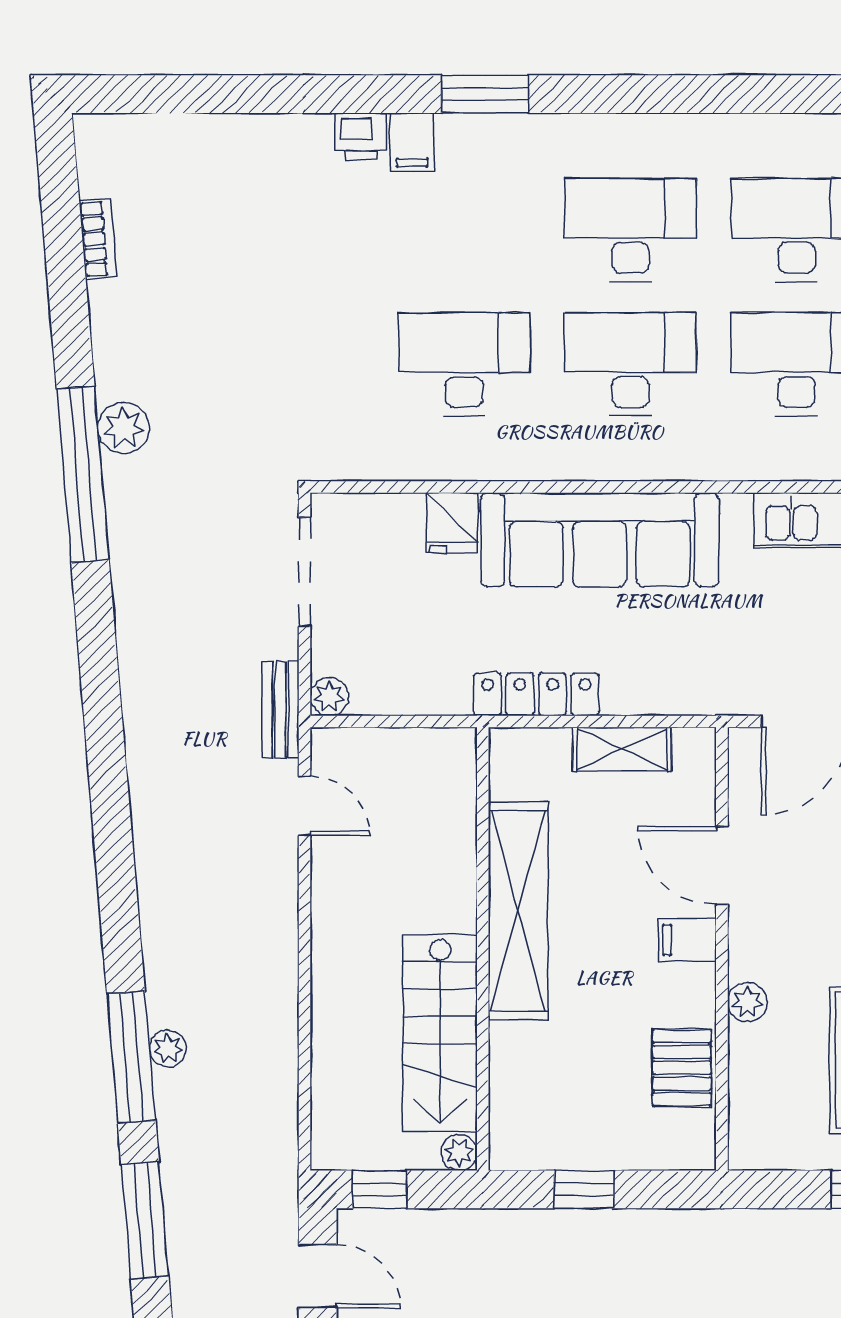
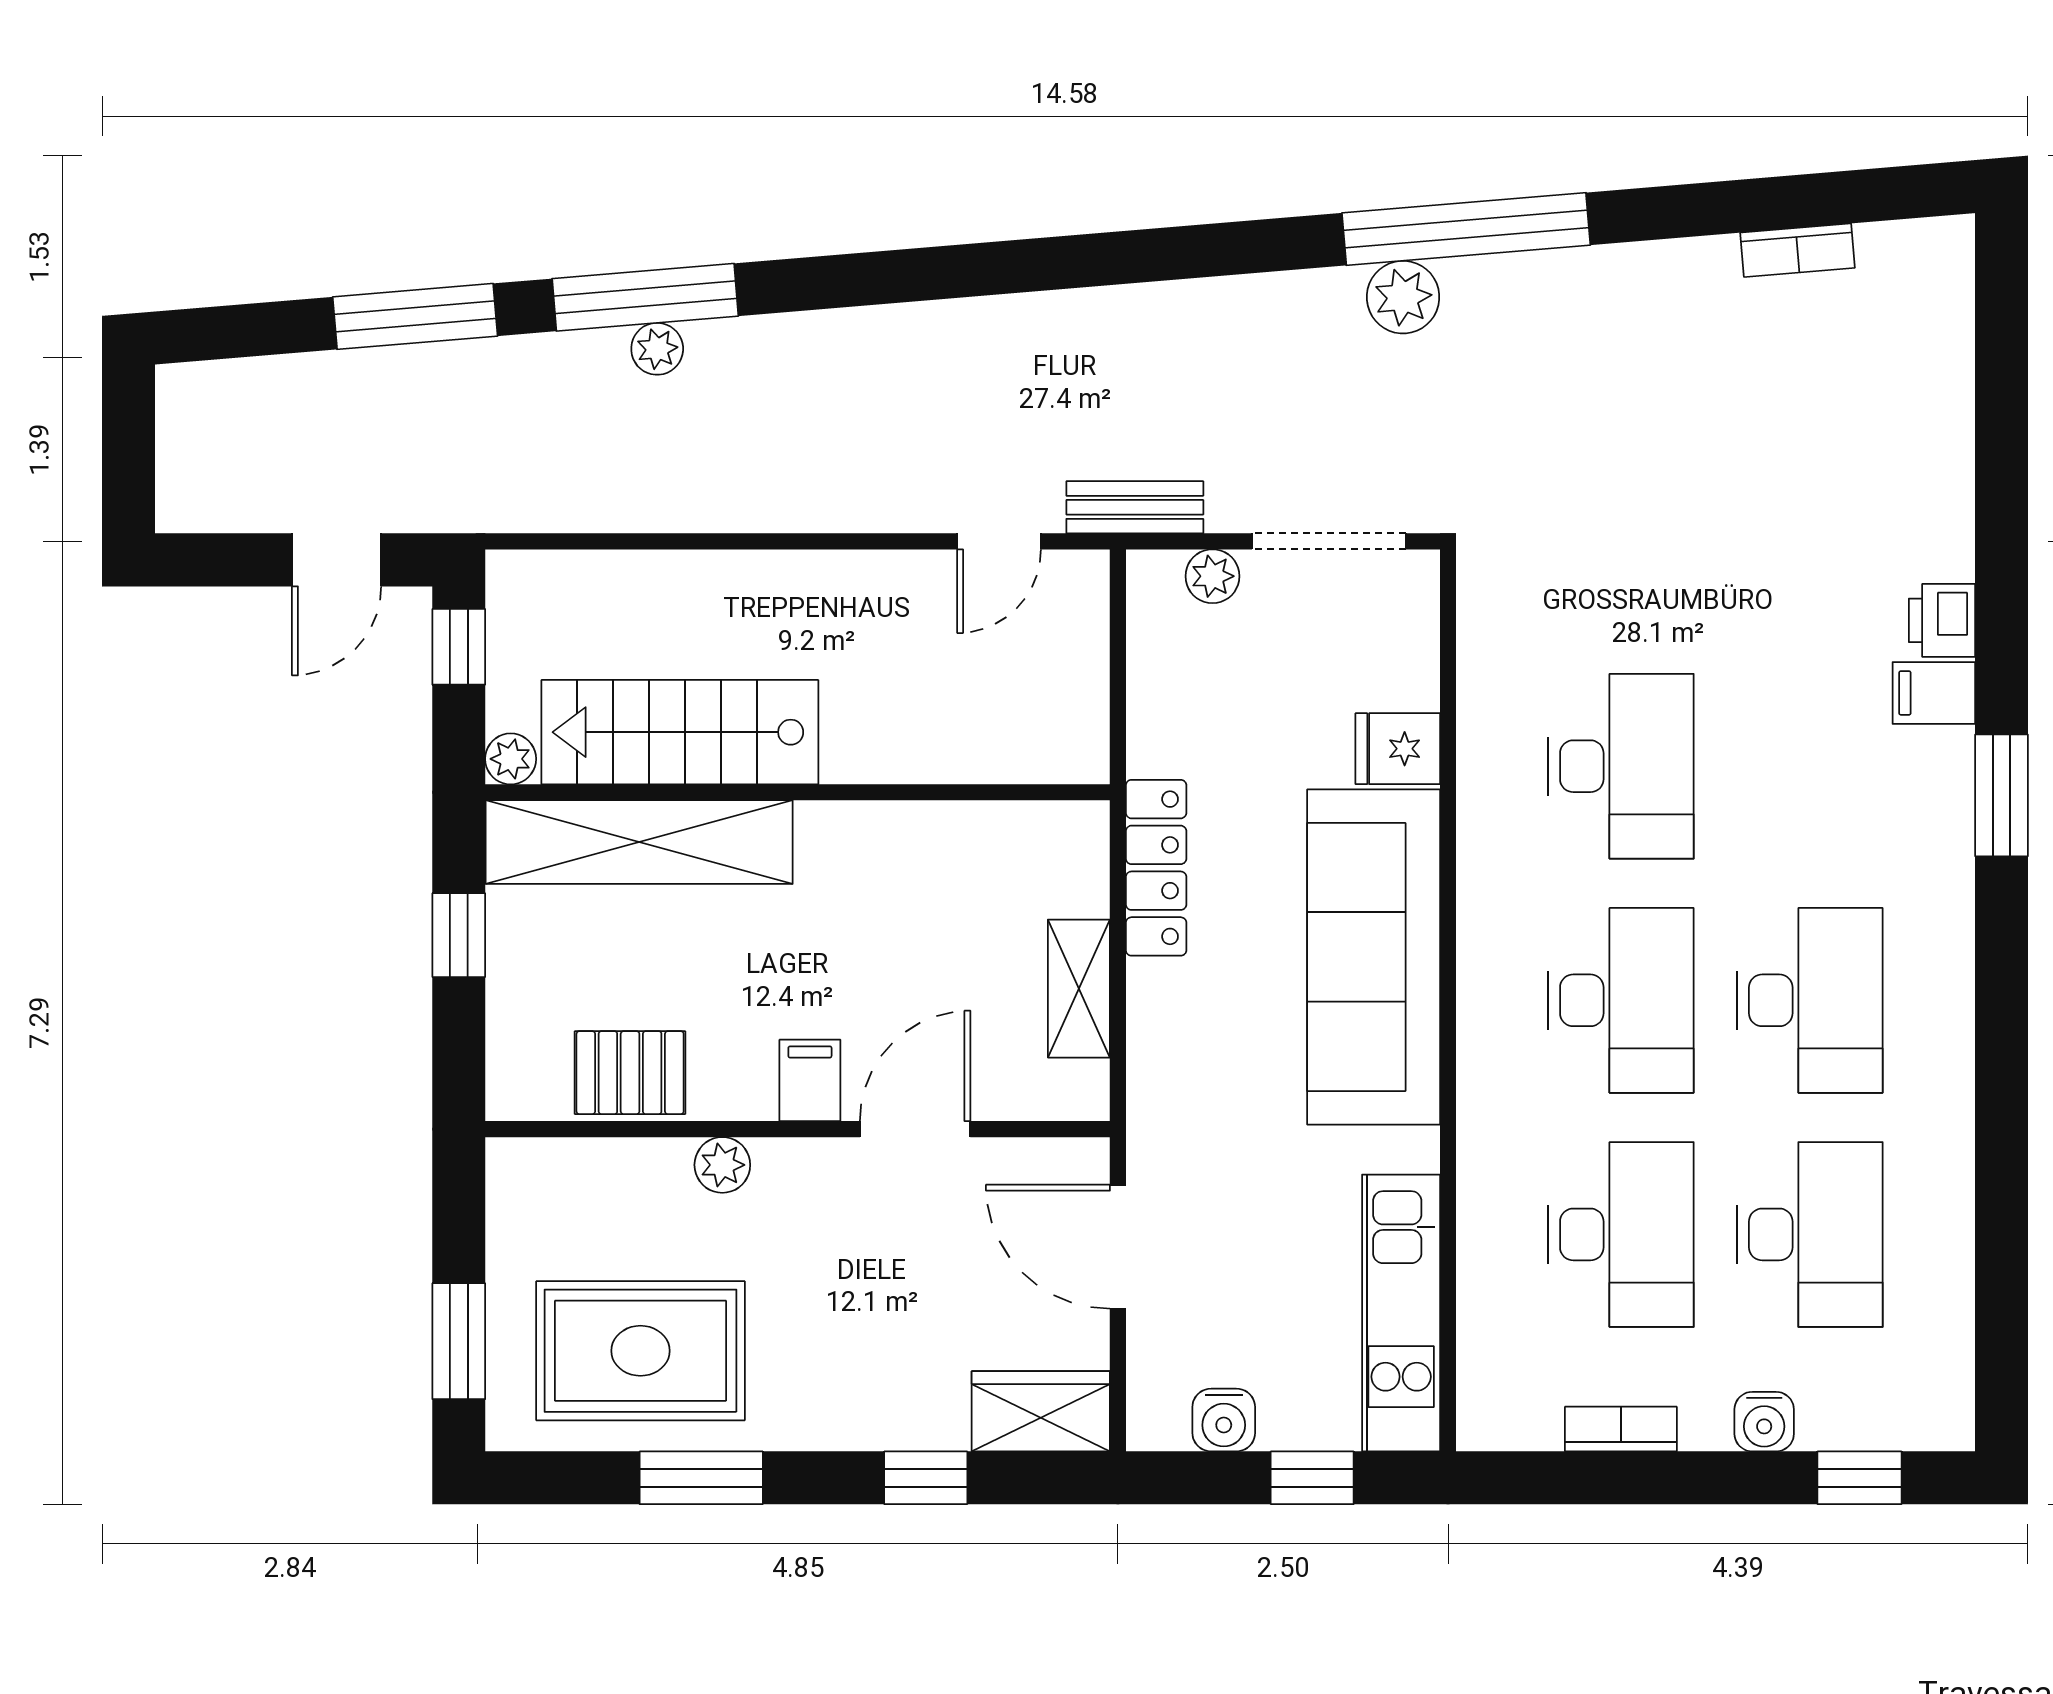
plant: (124, 428) -> (1403, 297), moved
plant: (329, 697) -> (1212, 576), moved
shelving: (518, 911) -> (639, 842), moved

